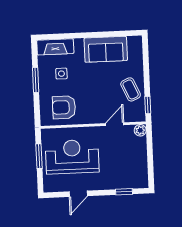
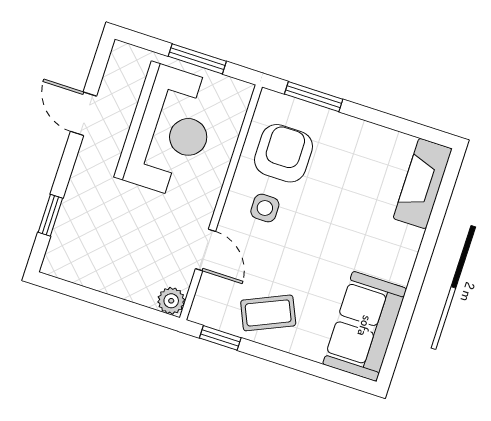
sofa: (106, 49) -> (365, 326), moved
side table: (61, 74) -> (265, 208), moved
window: (36, 80) -> (314, 97), moved

